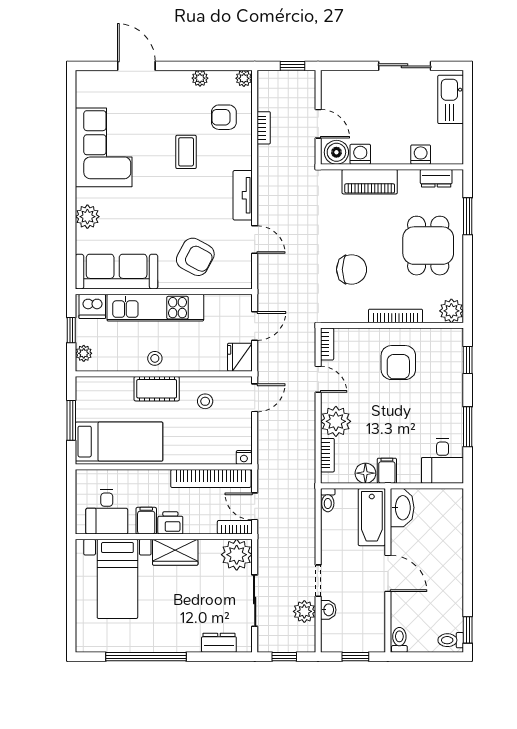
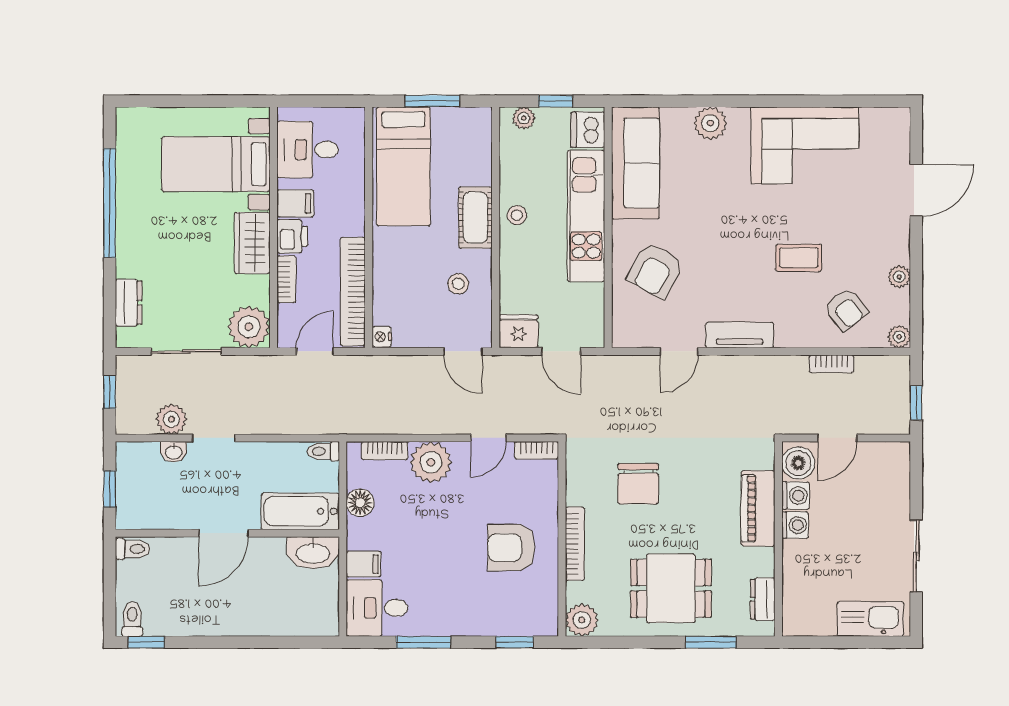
armchair: (224, 117) -> (846, 309), turned 142
washing machine: (421, 155) -> (795, 525), moved
filing cabinet: (387, 471) -> (364, 564), moved
bookcase: (235, 527) -> (286, 279), moved

